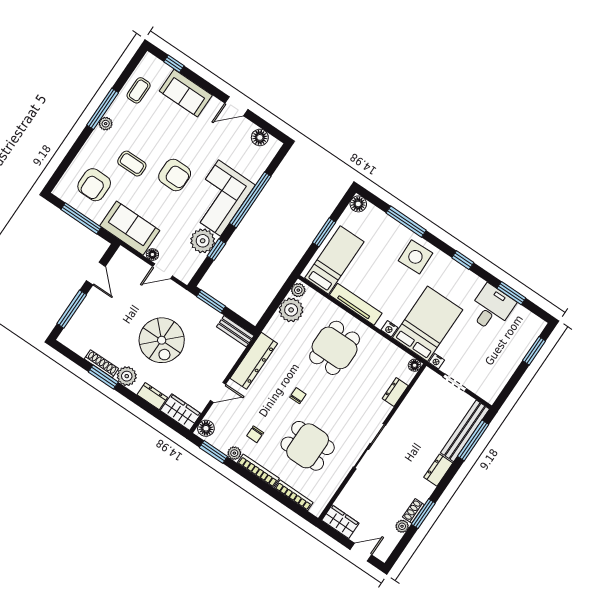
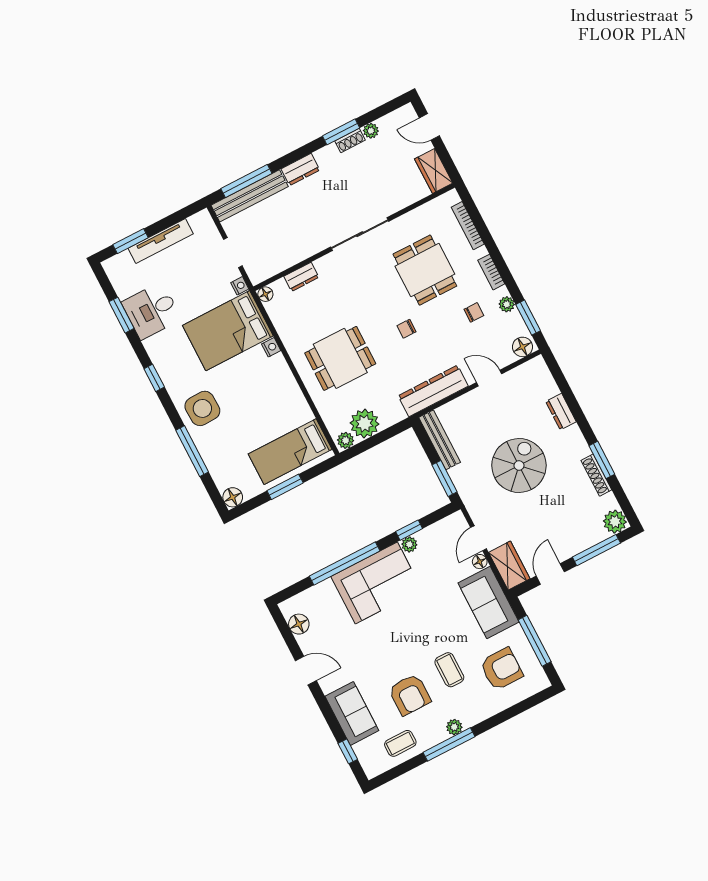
armchair: (175, 175) -> (410, 695), moved, turned 180
plant: (203, 241) -> (409, 544), width x0.53, depth x0.53
door: (163, 271) -> (478, 538), swing flipped
tv unit: (356, 304) -> (161, 241), moved, turned -90
bench: (235, 331) -> (440, 440), width x1.36
plant: (127, 376) -> (615, 522), moved
wardrobe: (181, 412) -> (509, 566), moved, turned 180
bookcase: (258, 471) -> (491, 272), width x0.64

